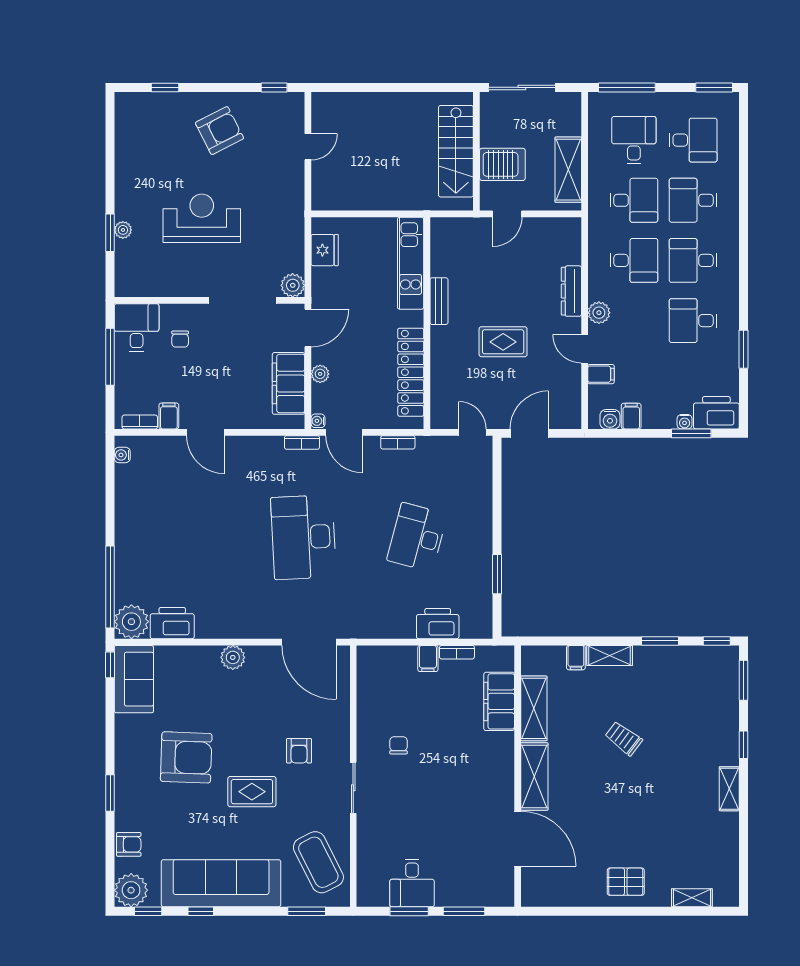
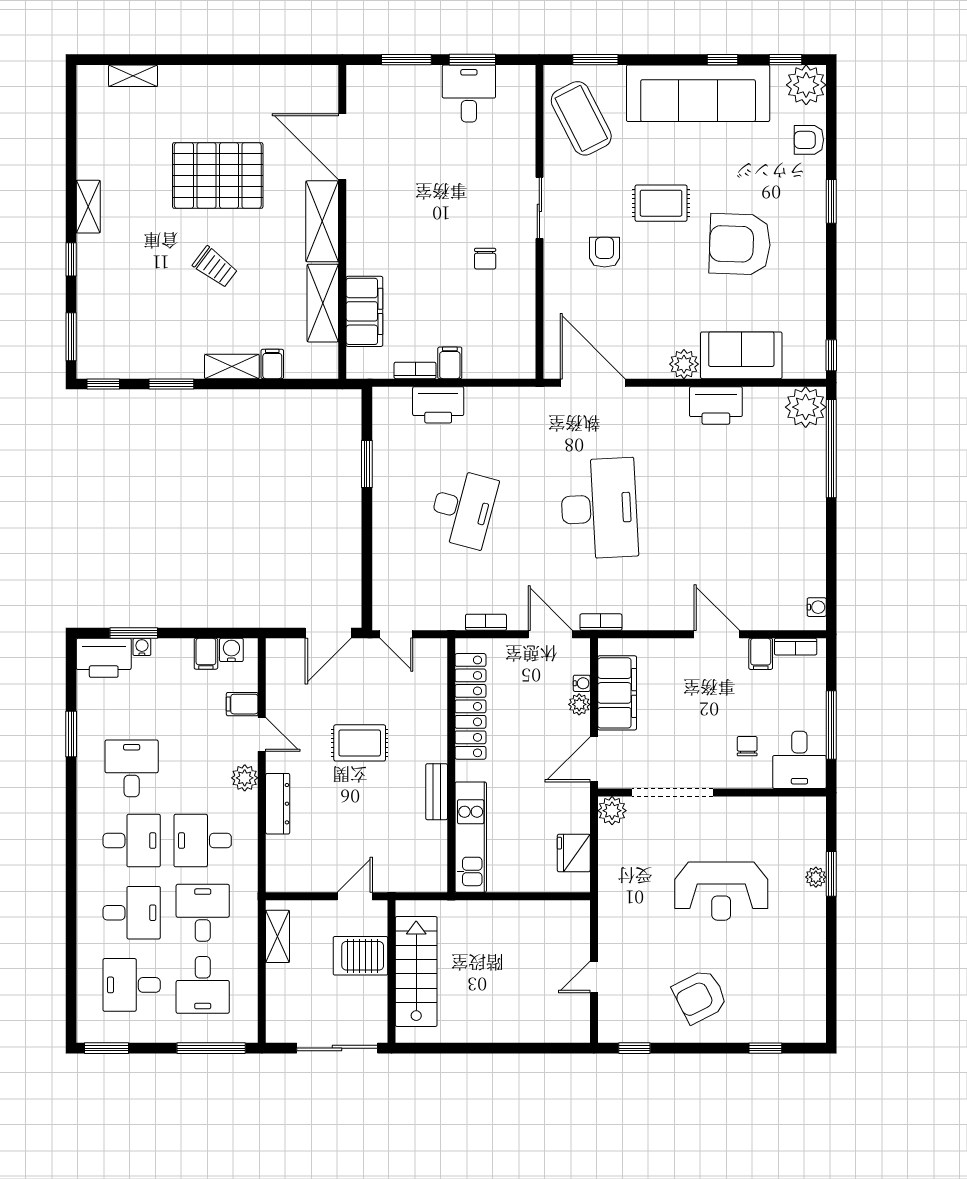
shelving: (568, 170) -> (278, 936), width x0.67, depth x0.75
desk: (634, 200) -> (203, 913), turned 90
desk: (693, 321) -> (132, 768), turned -90
water cooler: (318, 421) -> (582, 683), moved
printer: (172, 623) -> (716, 405), moved
sofa: (134, 679) -> (741, 355), moved, turned 90
pallet: (626, 882) -> (218, 176), moved, width x2.05, depth x2.00

